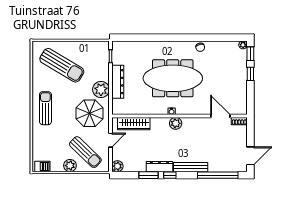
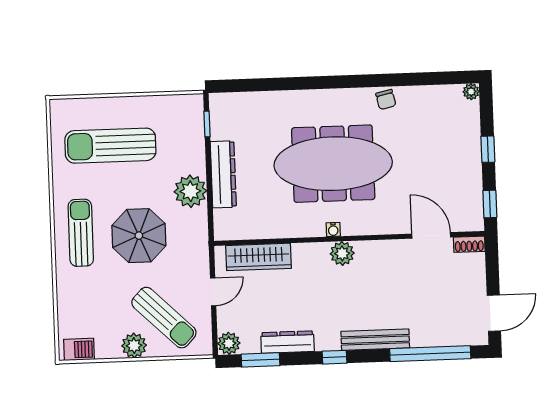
window: (250, 54) -> (490, 204), moved
sun lounger: (62, 65) -> (110, 146), turned 149
parasol: (90, 113) -> (139, 236), moved
dresser: (159, 167) -> (288, 342), moved
window: (149, 175) -> (261, 360), moved

